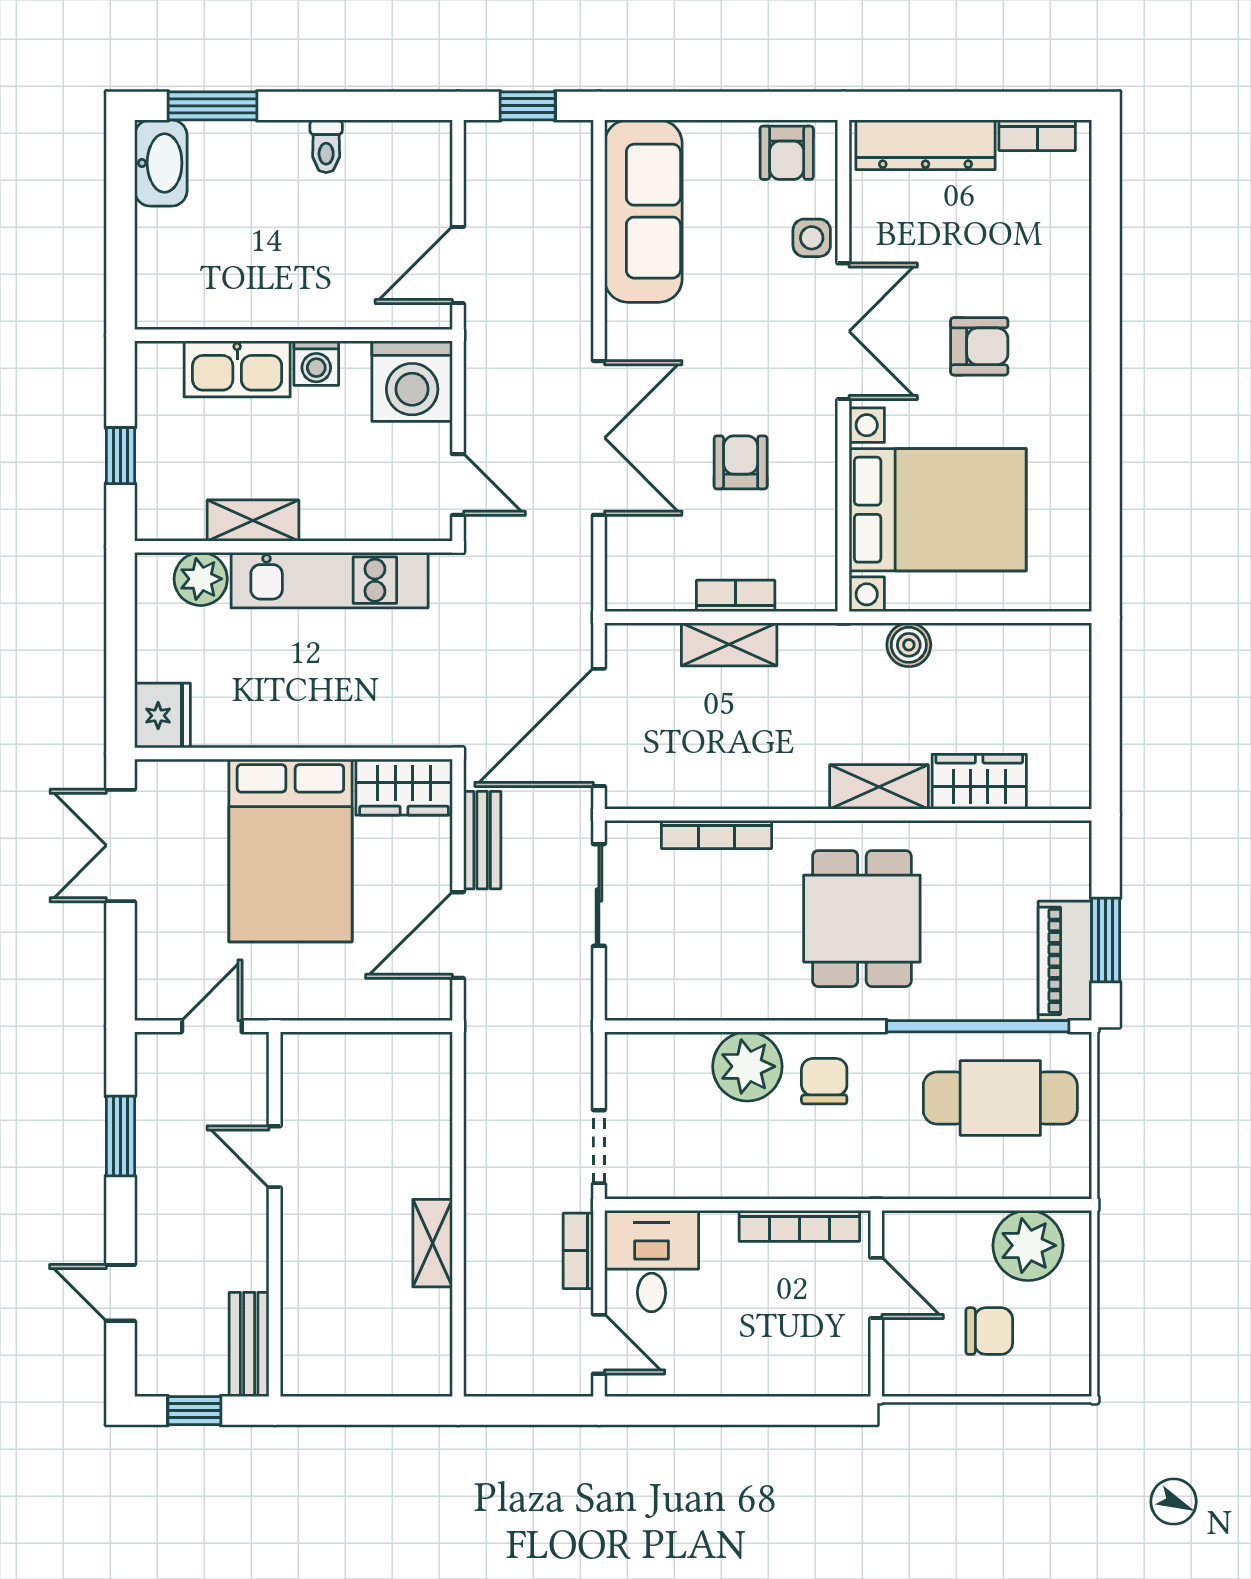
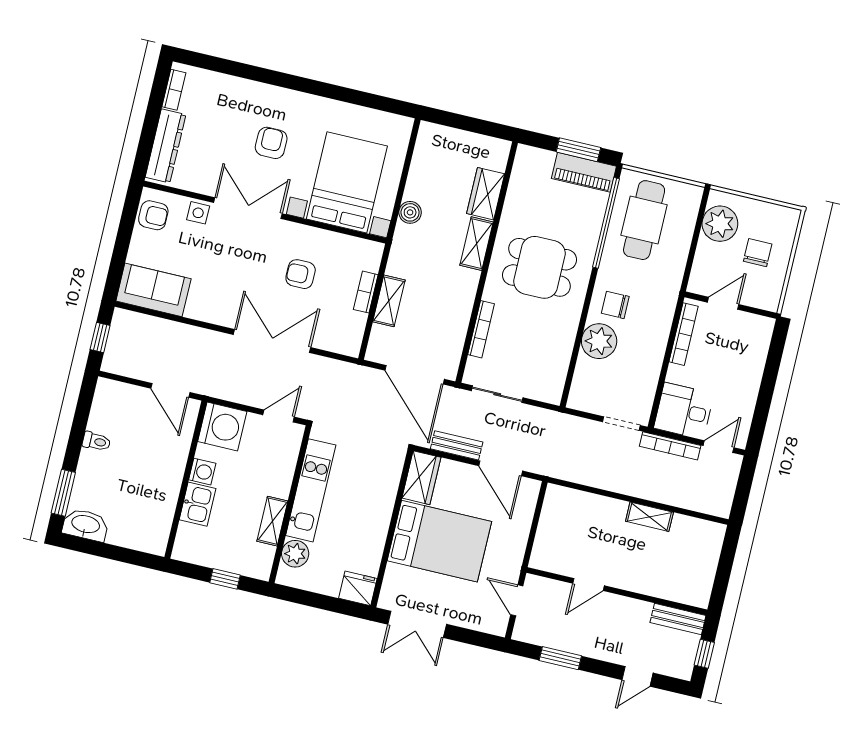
sofa: (643, 211) -> (153, 290), width x0.73
kitchen sink: (237, 369) -> (197, 504), width x0.73
bookcase: (578, 1251) -> (670, 446), width x1.56

